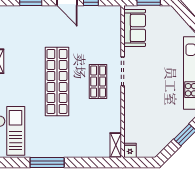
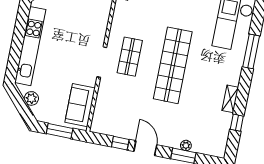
plant: (30, 10) -> (186, 145), added
plant: (181, 25) -> (31, 98), added

